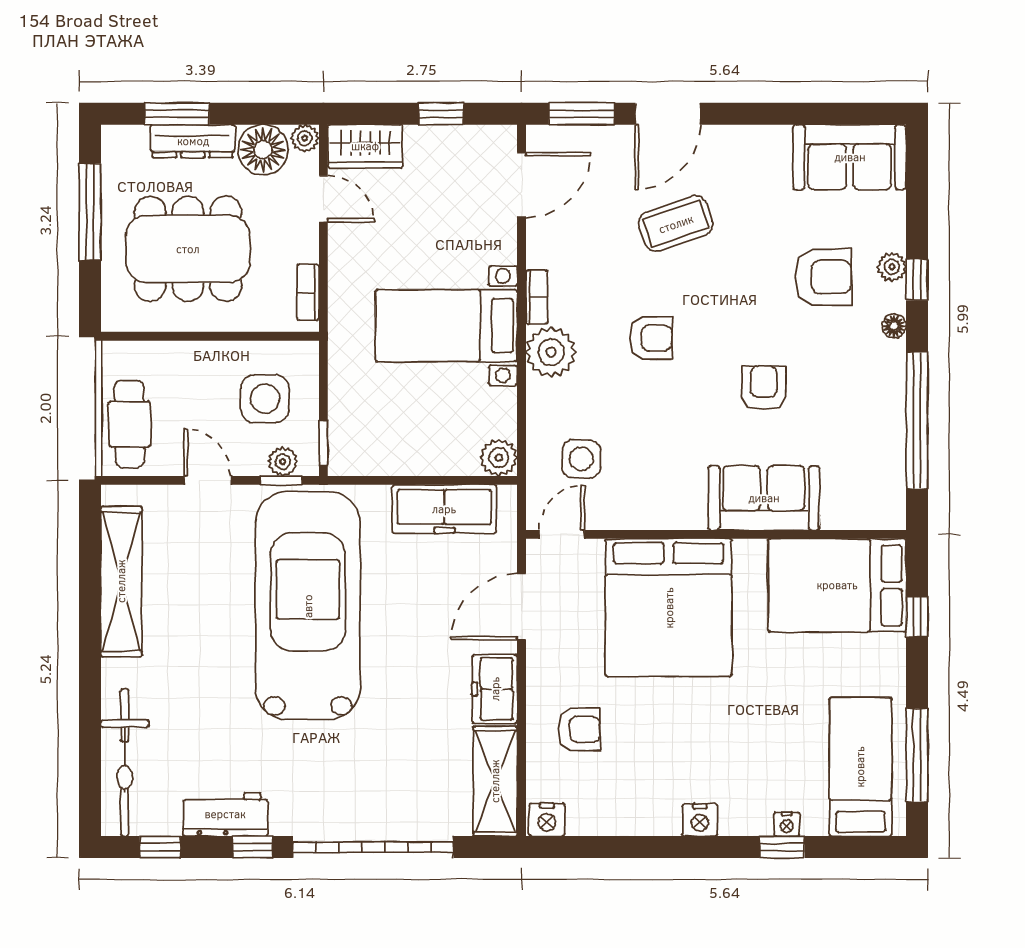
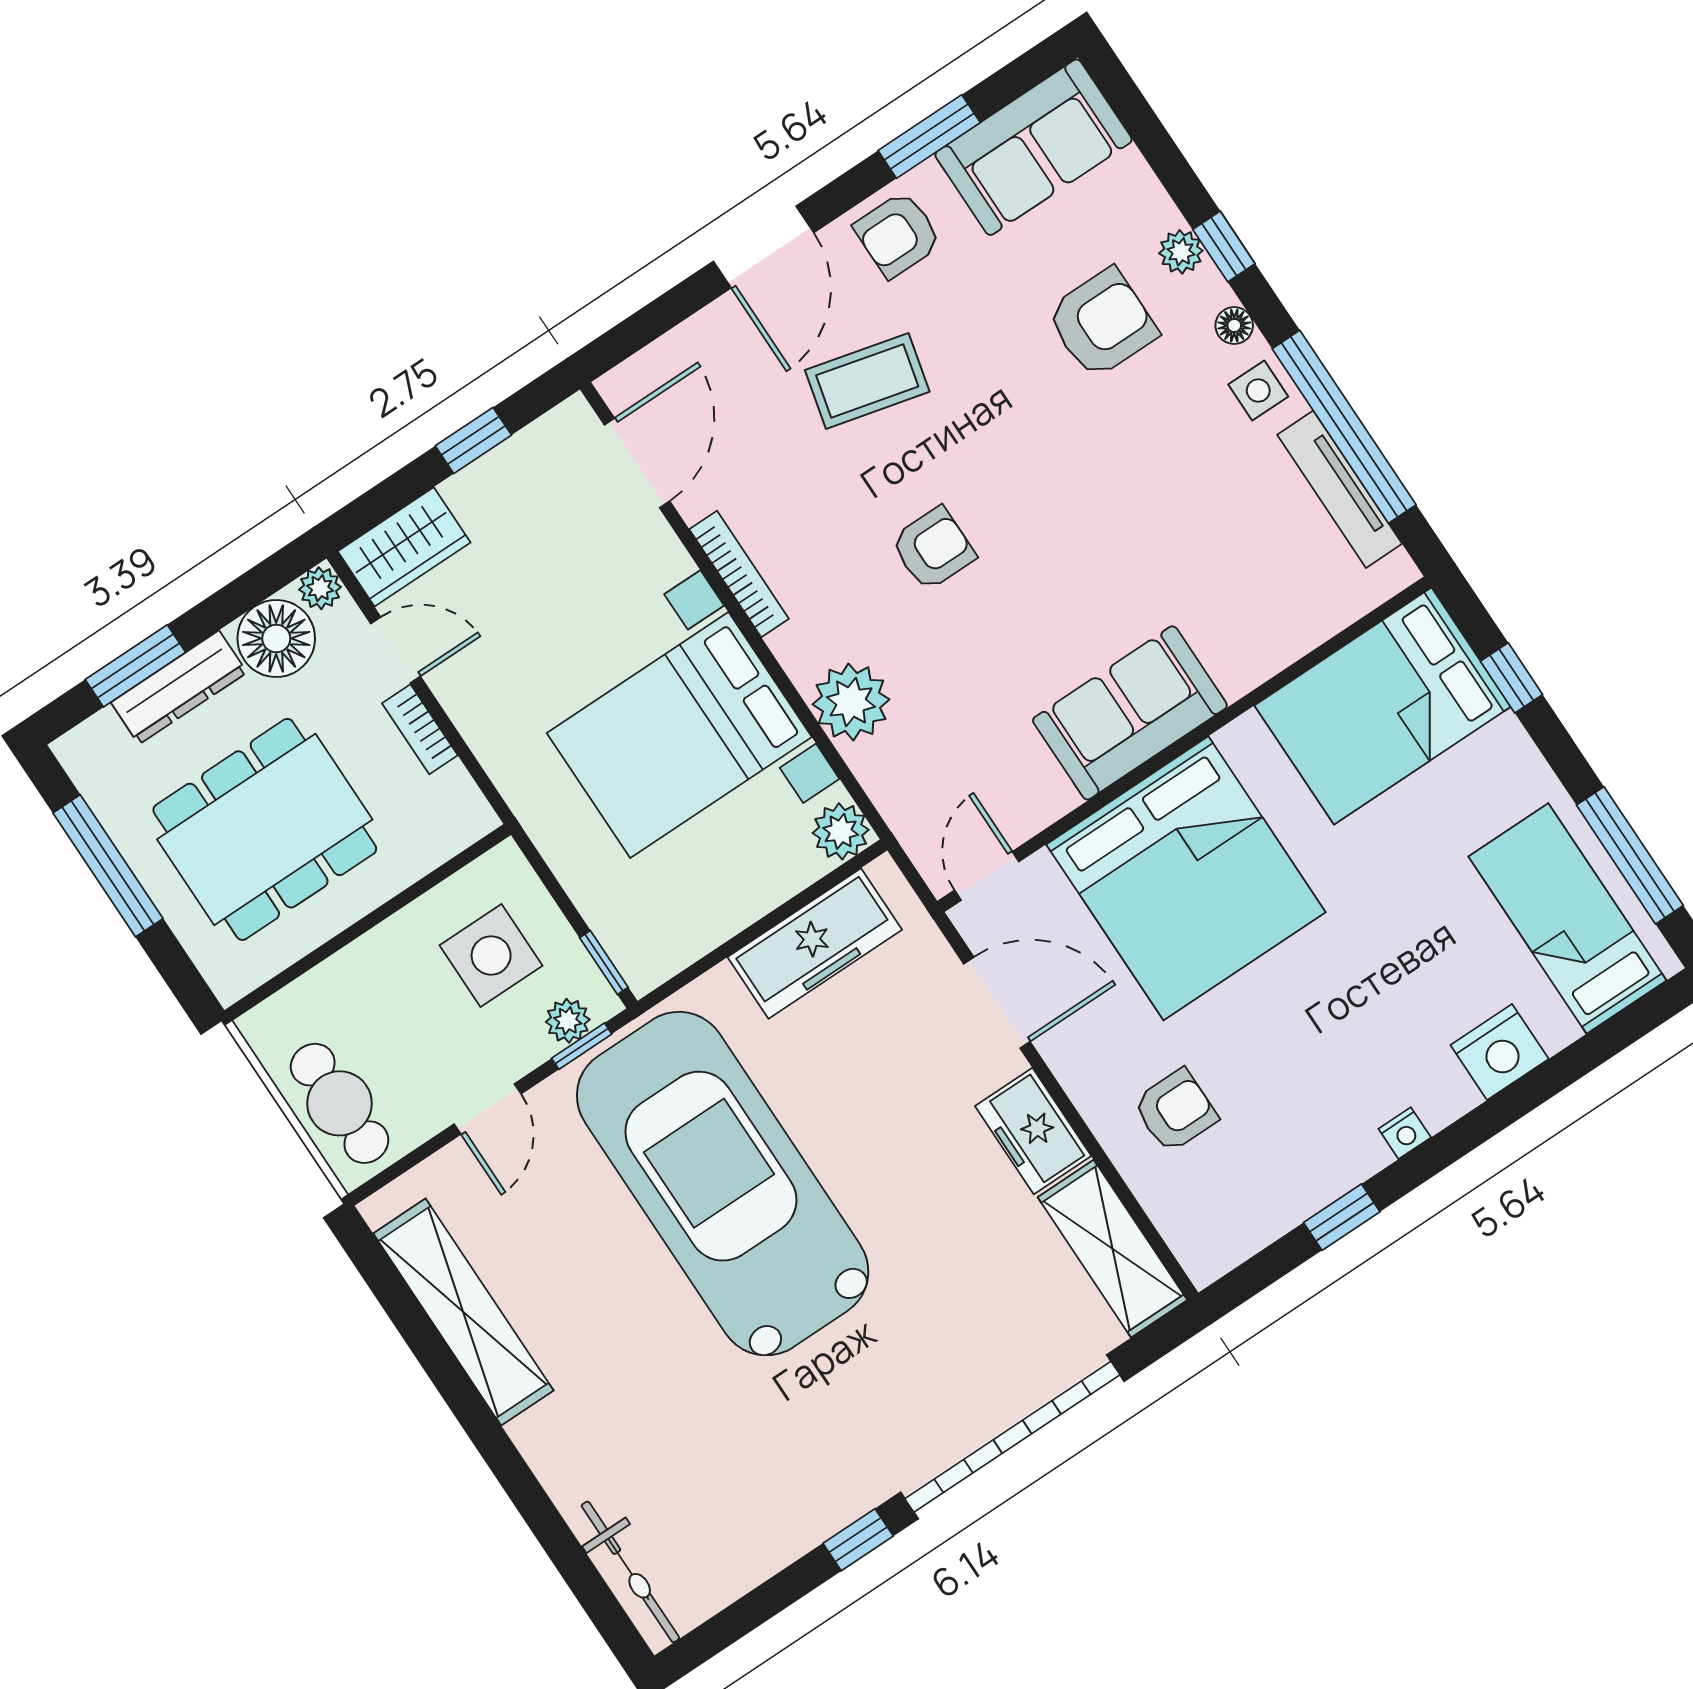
window: (582, 114) -> (929, 137), moved
coffee table: (676, 224) -> (867, 381), turned 33
bookcase: (308, 292) -> (420, 729), moved
bookcase: (537, 297) -> (739, 574), width x1.56
bed with nightstands: (446, 326) -> (679, 735), width x1.36
plant: (551, 352) -> (851, 702), moved
armchair: (764, 388) -> (898, 235), moved, turned -90
tv unit: (892, 453) -> (1340, 489), added
side table: (581, 459) -> (1258, 390), moved, width x0.73, depth x0.73
door: (208, 480) -> (488, 1109), swing flipped
sofa: (764, 498) -> (1130, 713), moved
door: (522, 607) -> (997, 1003), swing flipped
bicycle: (125, 763) -> (630, 1572), width x0.73, depth x0.71
workbench: (225, 814) -> (795, 1521), removed
nightstand: (547, 820) -> (1211, 1254), removed
nightstand: (700, 820) -> (1405, 1133), width x0.72, depth x0.74
nightstand: (787, 824) -> (1500, 1052), width x1.89, depth x1.79
window: (160, 847) -> (740, 1619), removed
window: (782, 847) -> (1342, 1217), moved

